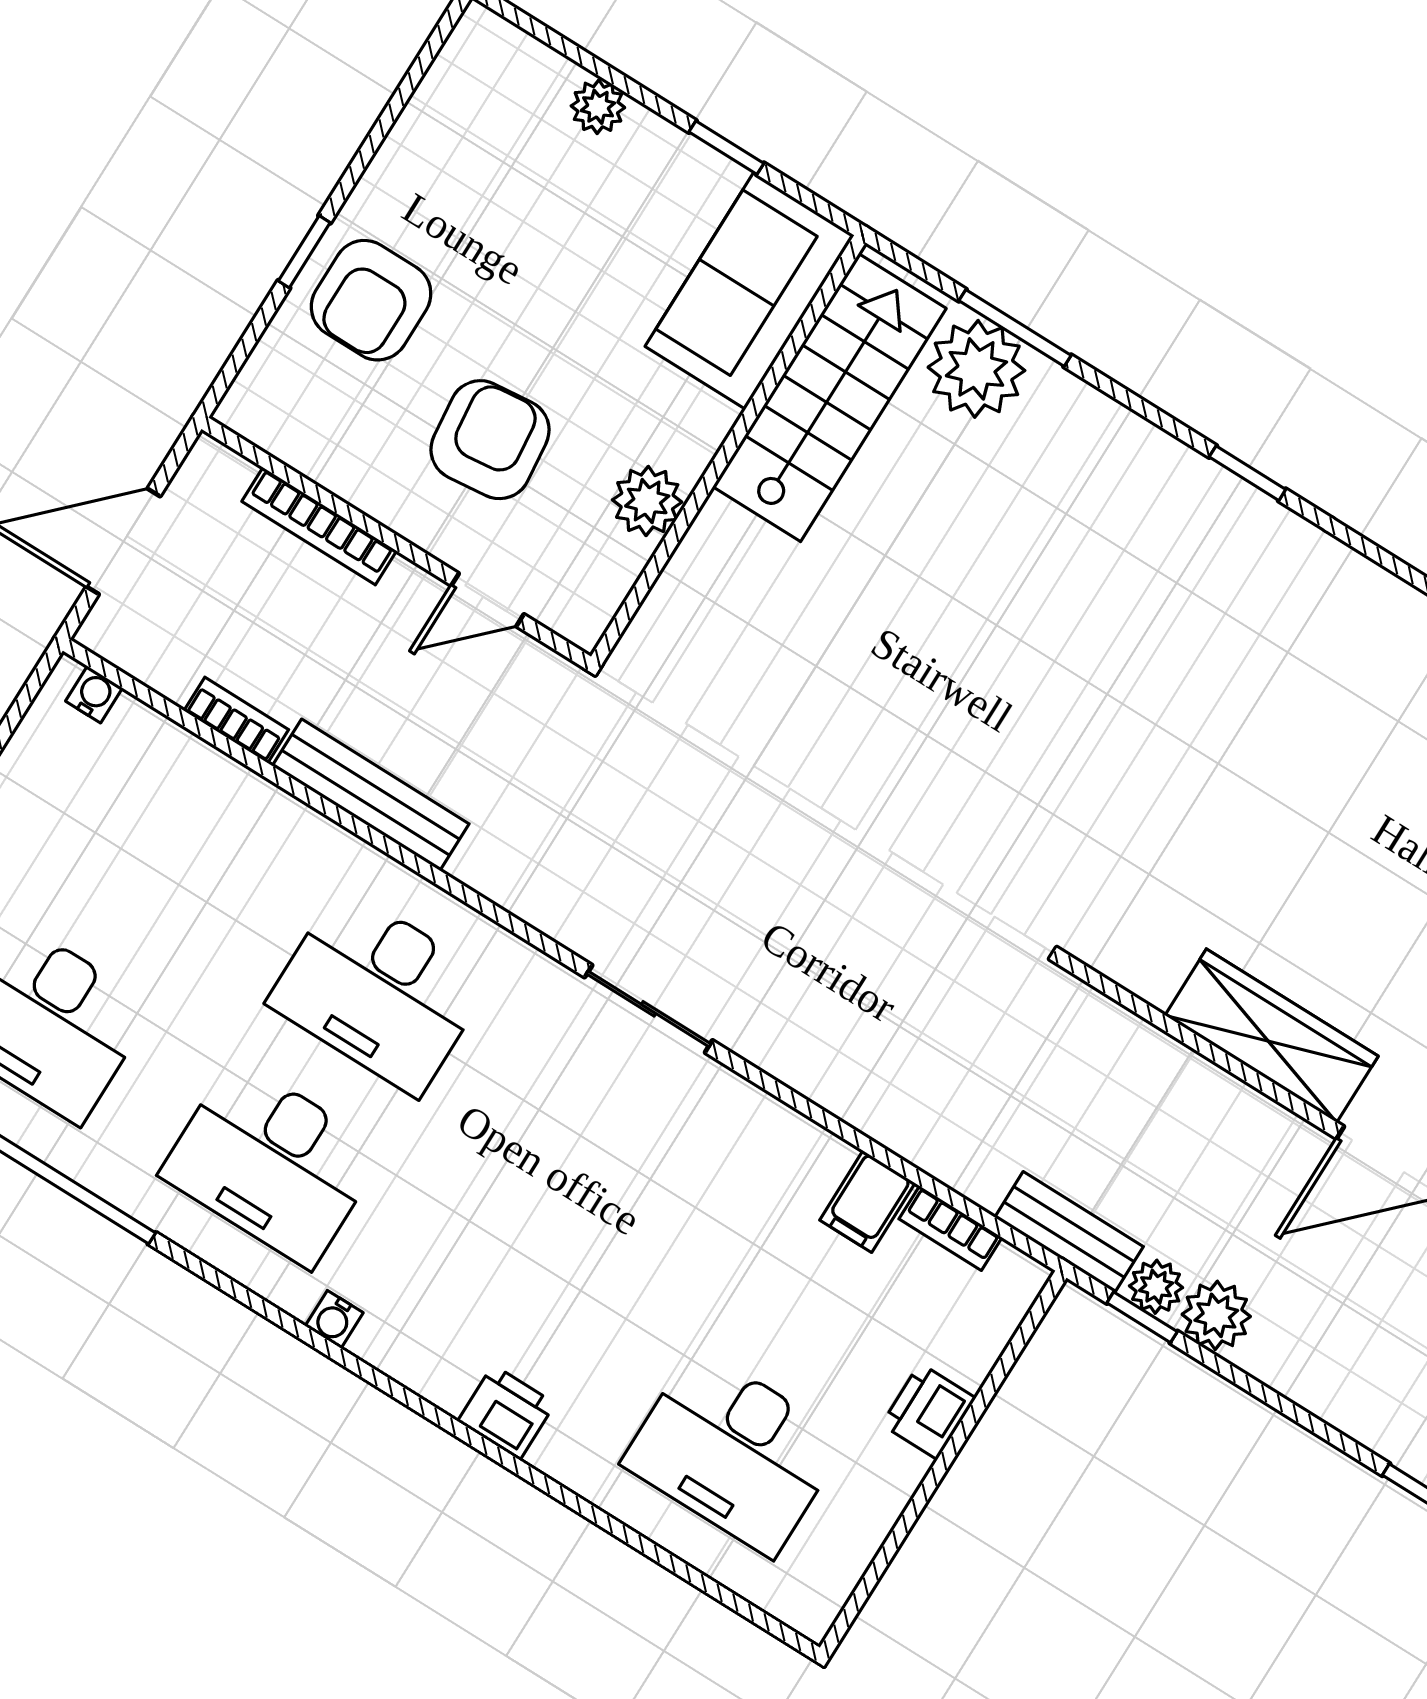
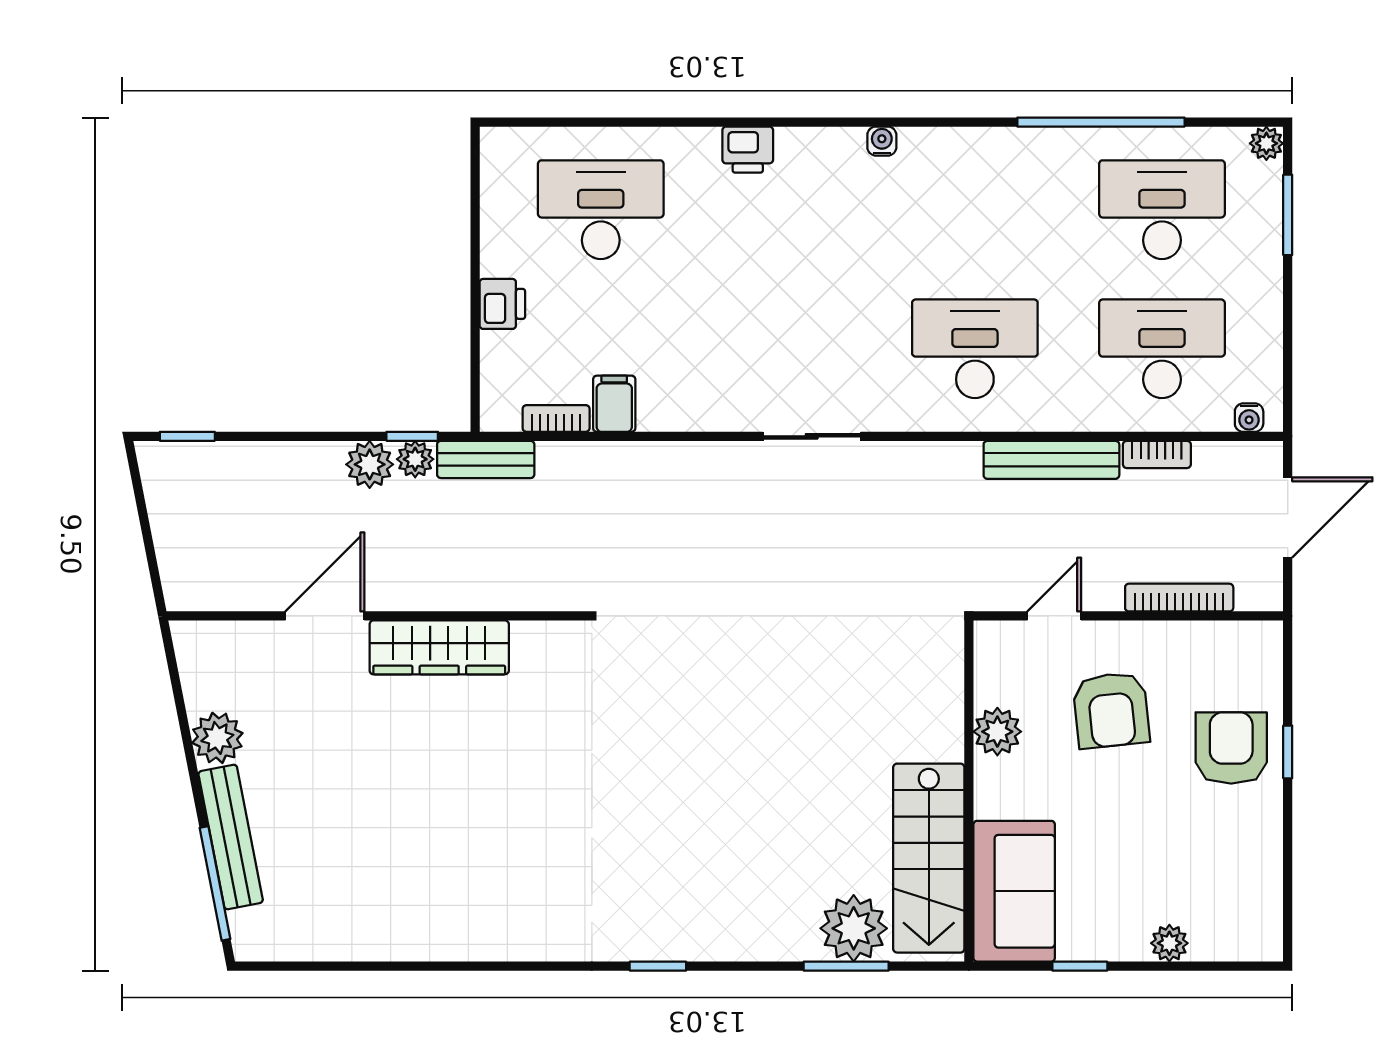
desk: (272, 1163) -> (1162, 349), moved

